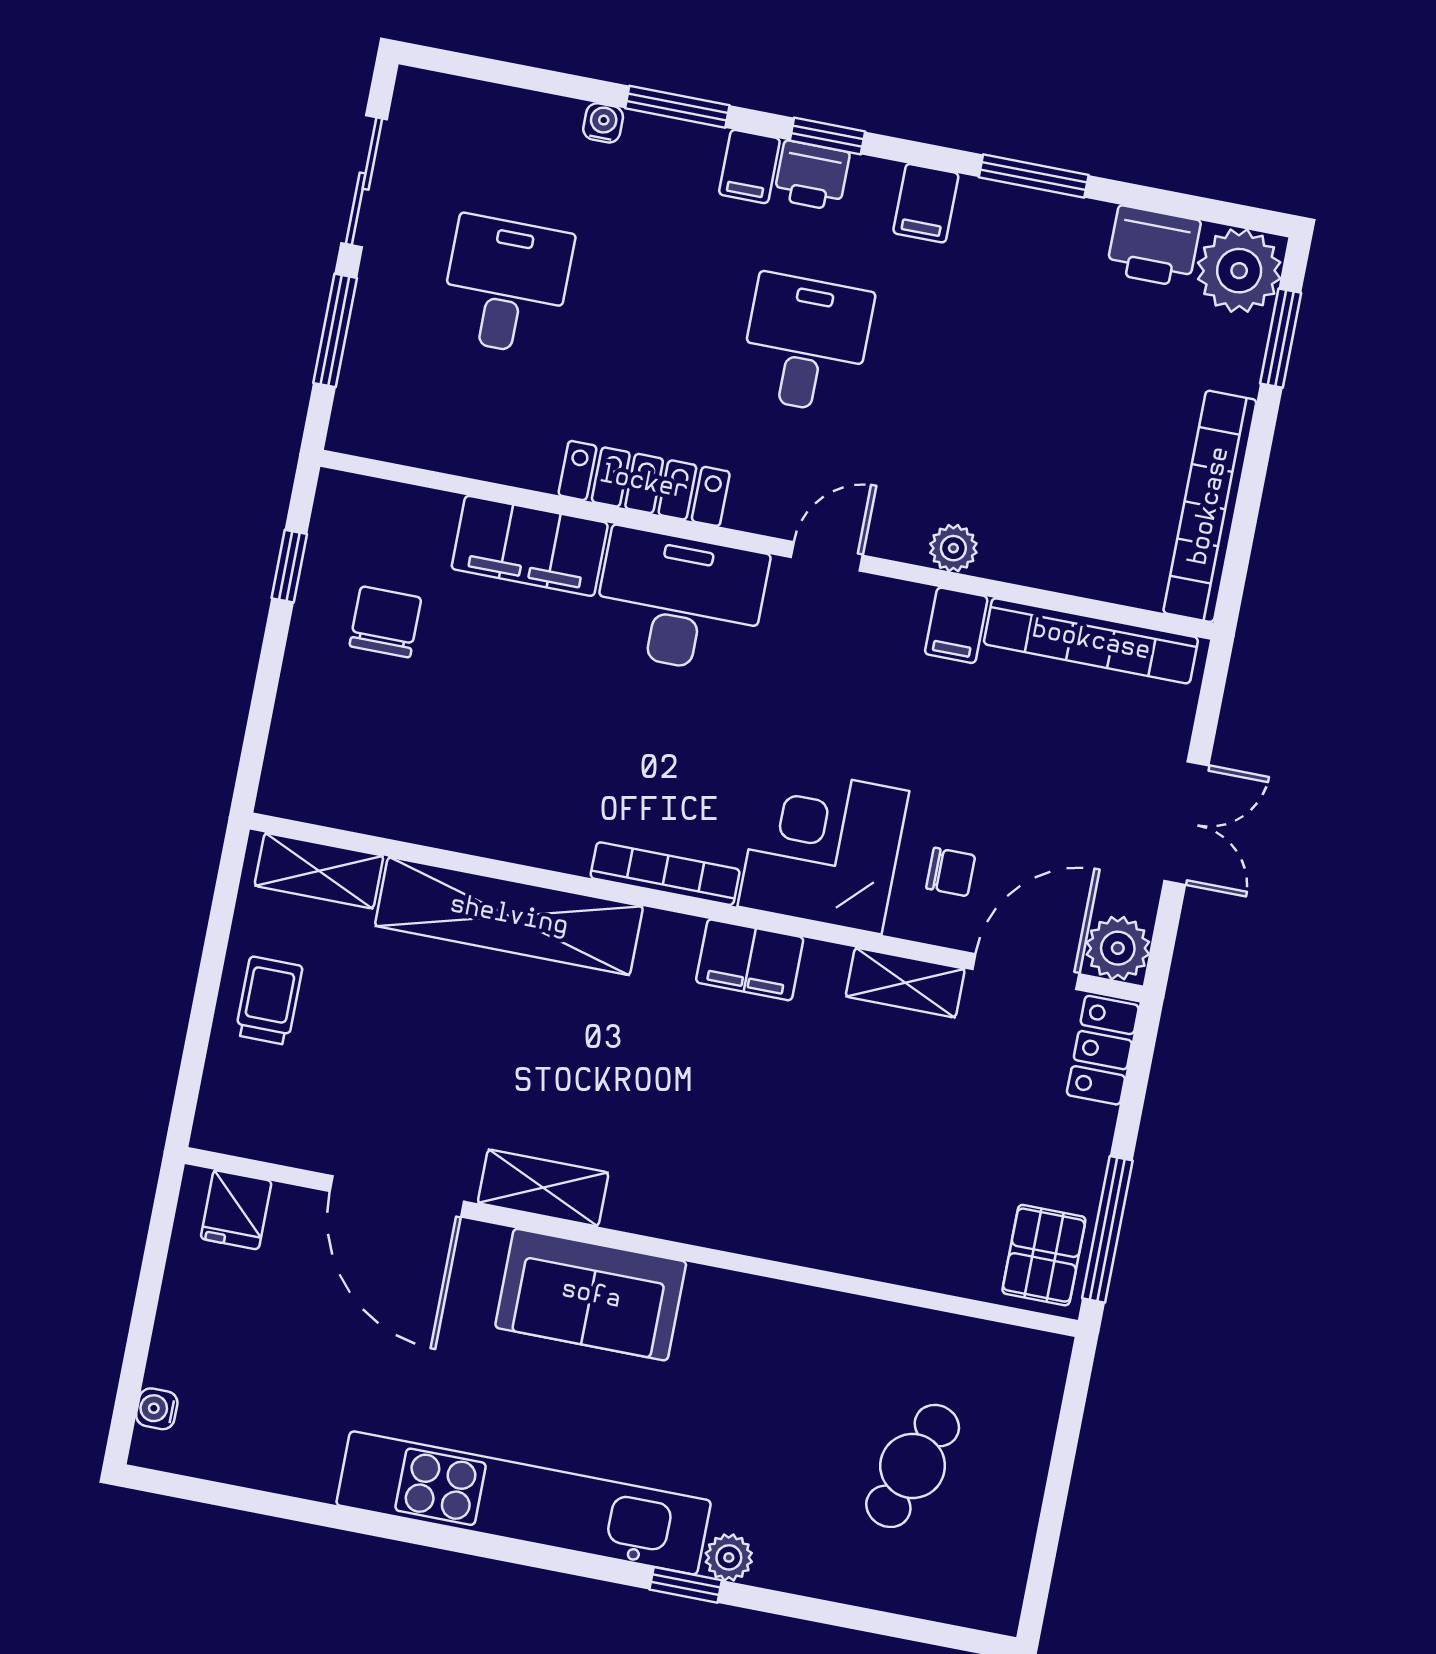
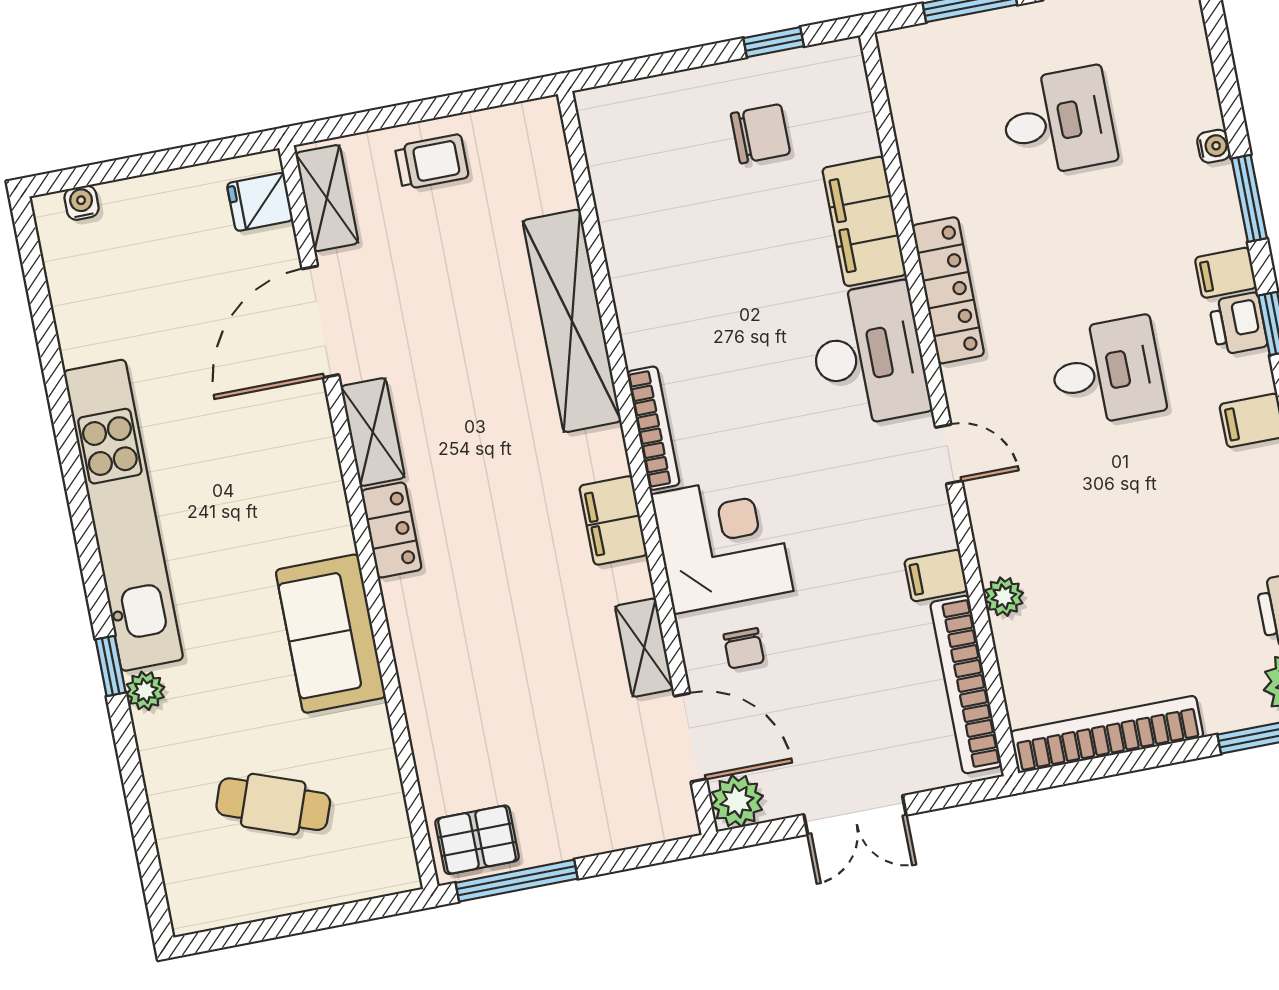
plant: (953, 548) -> (1004, 597), moved
shelving: (319, 871) -> (327, 198), moved
locker: (1103, 1050) -> (391, 530), moved, turned 90
sofa: (591, 1295) -> (331, 634), moved

